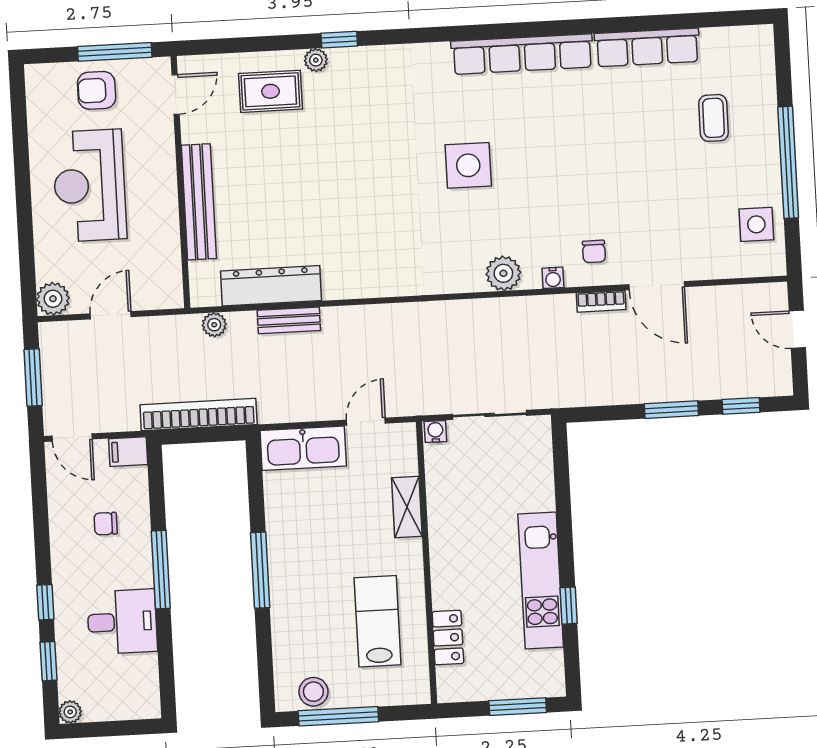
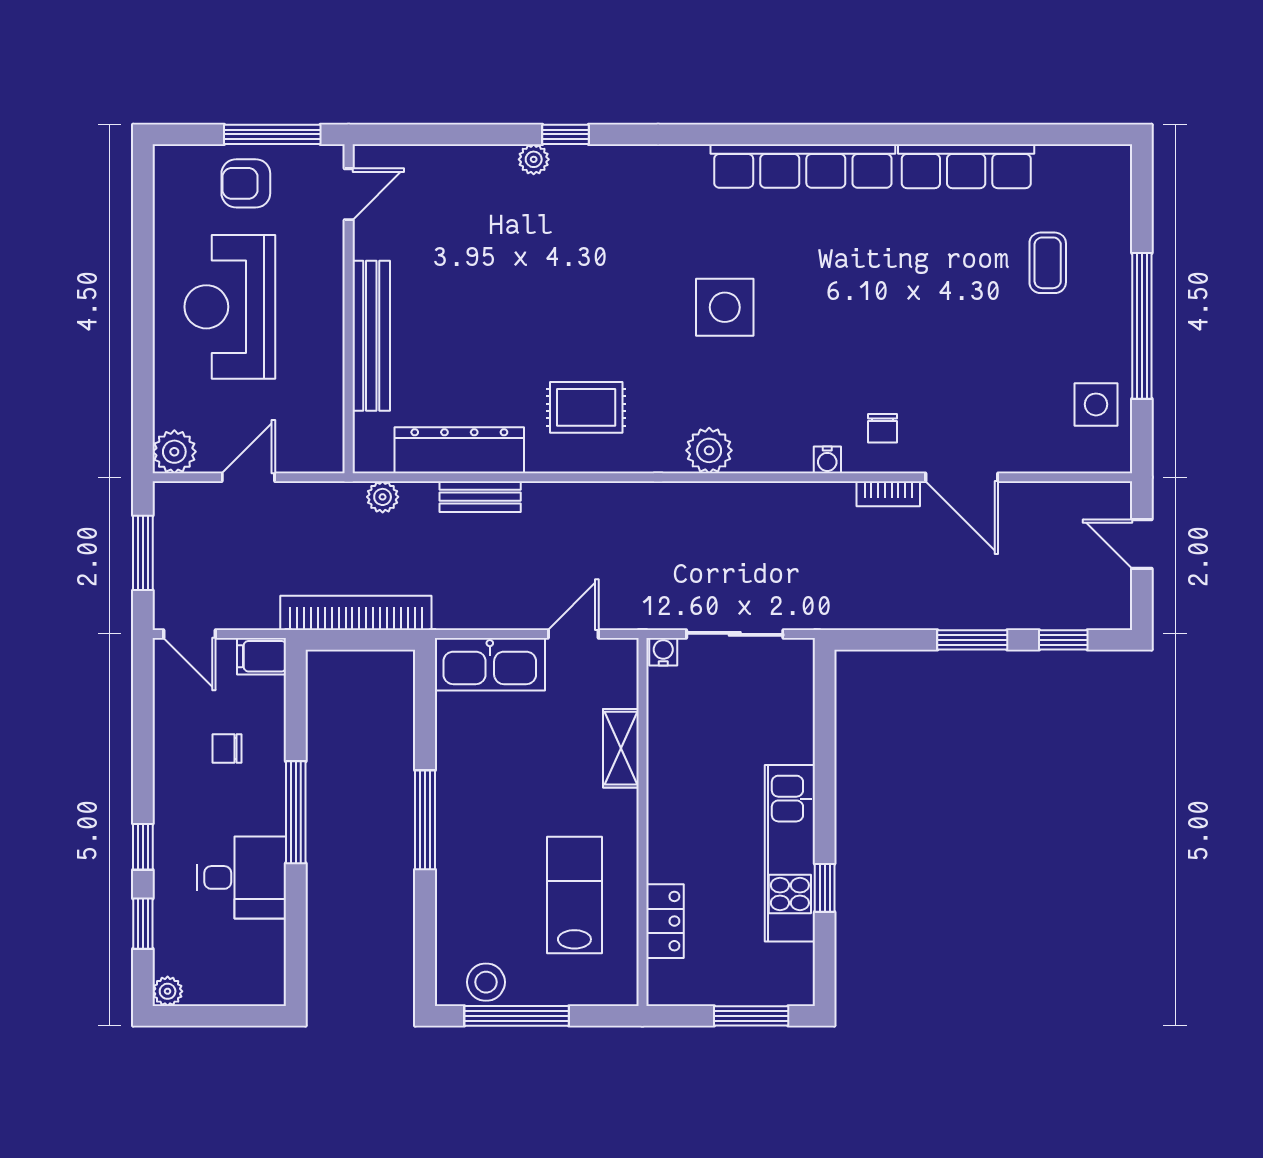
rug: (270, 91) -> (586, 407), moved
plant: (503, 273) -> (709, 450), moved

